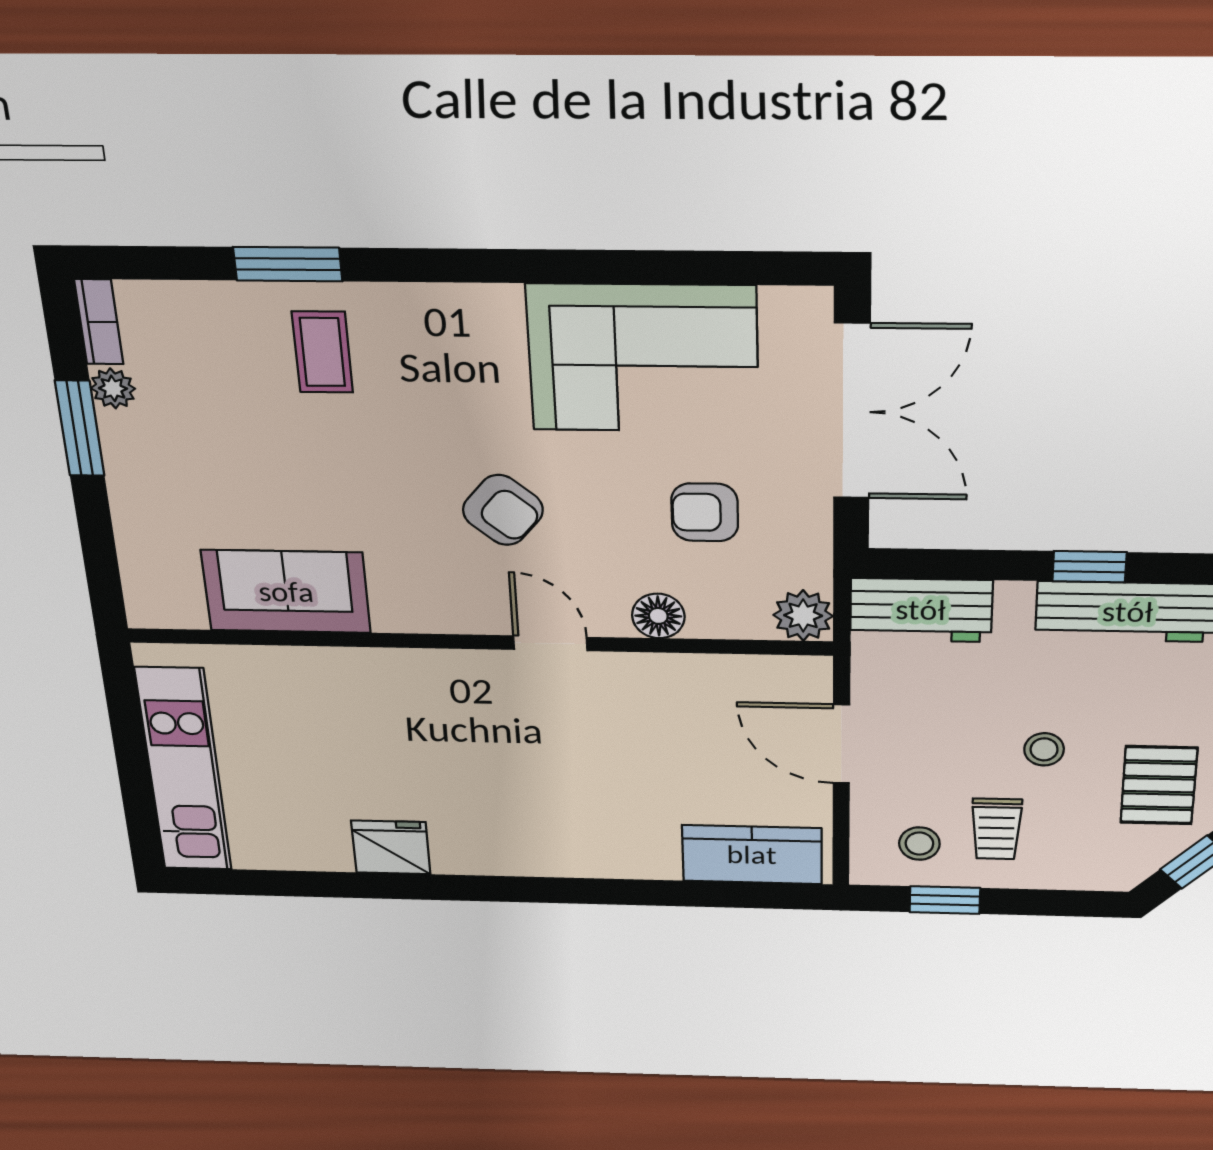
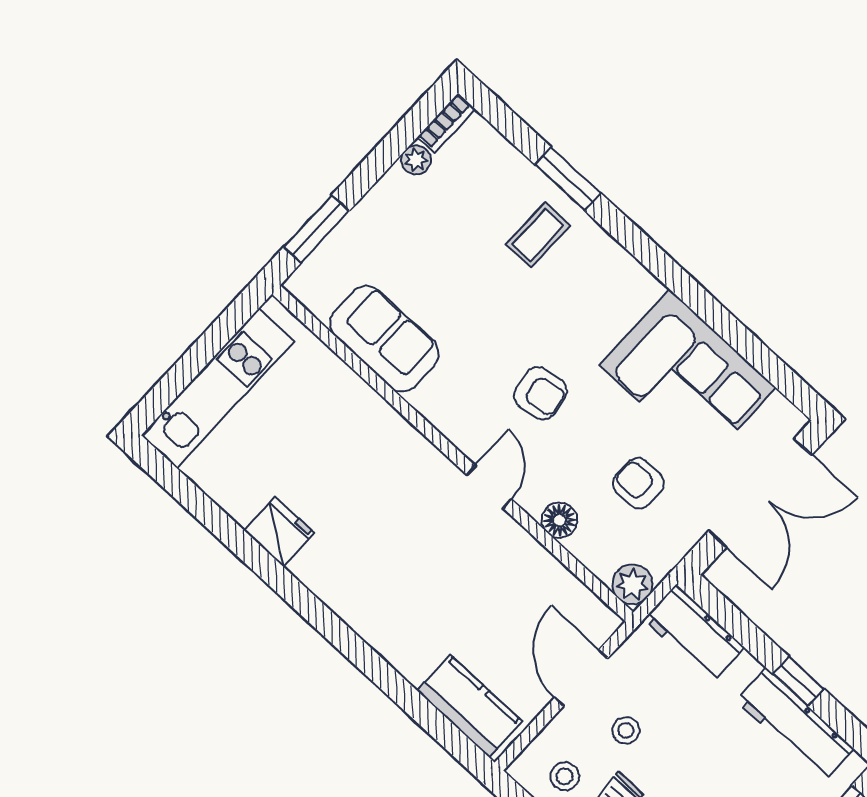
window: (80, 428) -> (316, 229), moved
armchair: (503, 510) -> (540, 393), turned -49
stool: (1044, 749) -> (626, 730), moved

